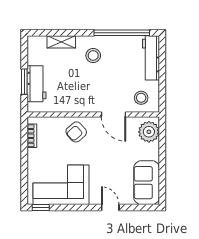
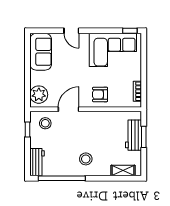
shelving: (61, 42) -> (123, 170), moved
workbench: (151, 58) -> (37, 162), width x0.73
window: (162, 90) -> (28, 129), added
door: (113, 114) -> (69, 109), hinge flipped
armchair: (76, 132) -> (100, 94), turned -139

